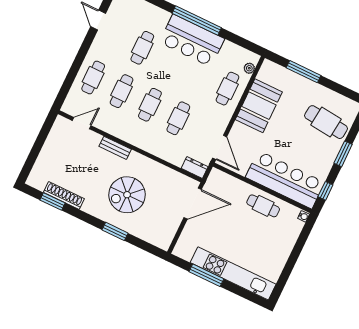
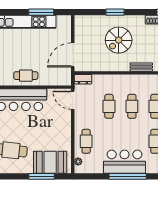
booth: (259, 106) -> (50, 162), moved, turned 90
spiral stairs: (127, 195) -> (119, 40), turned 180

